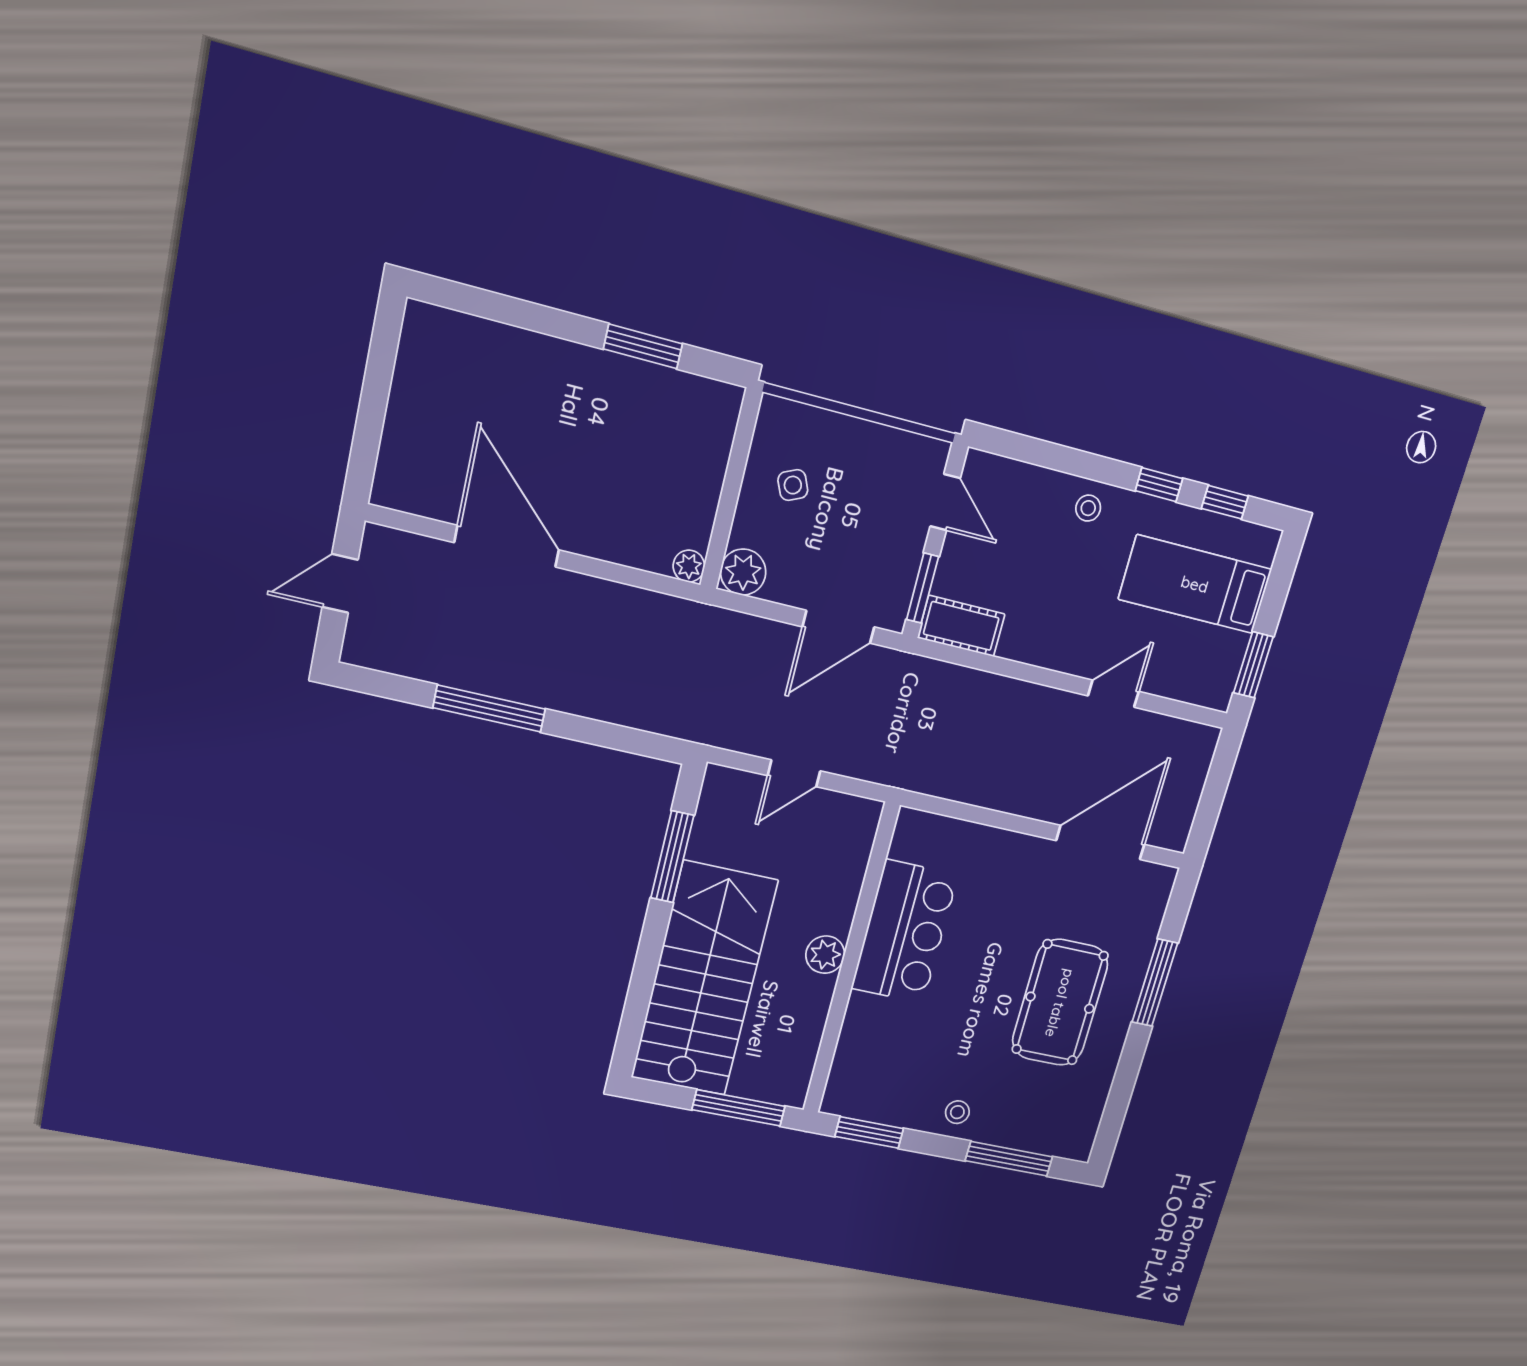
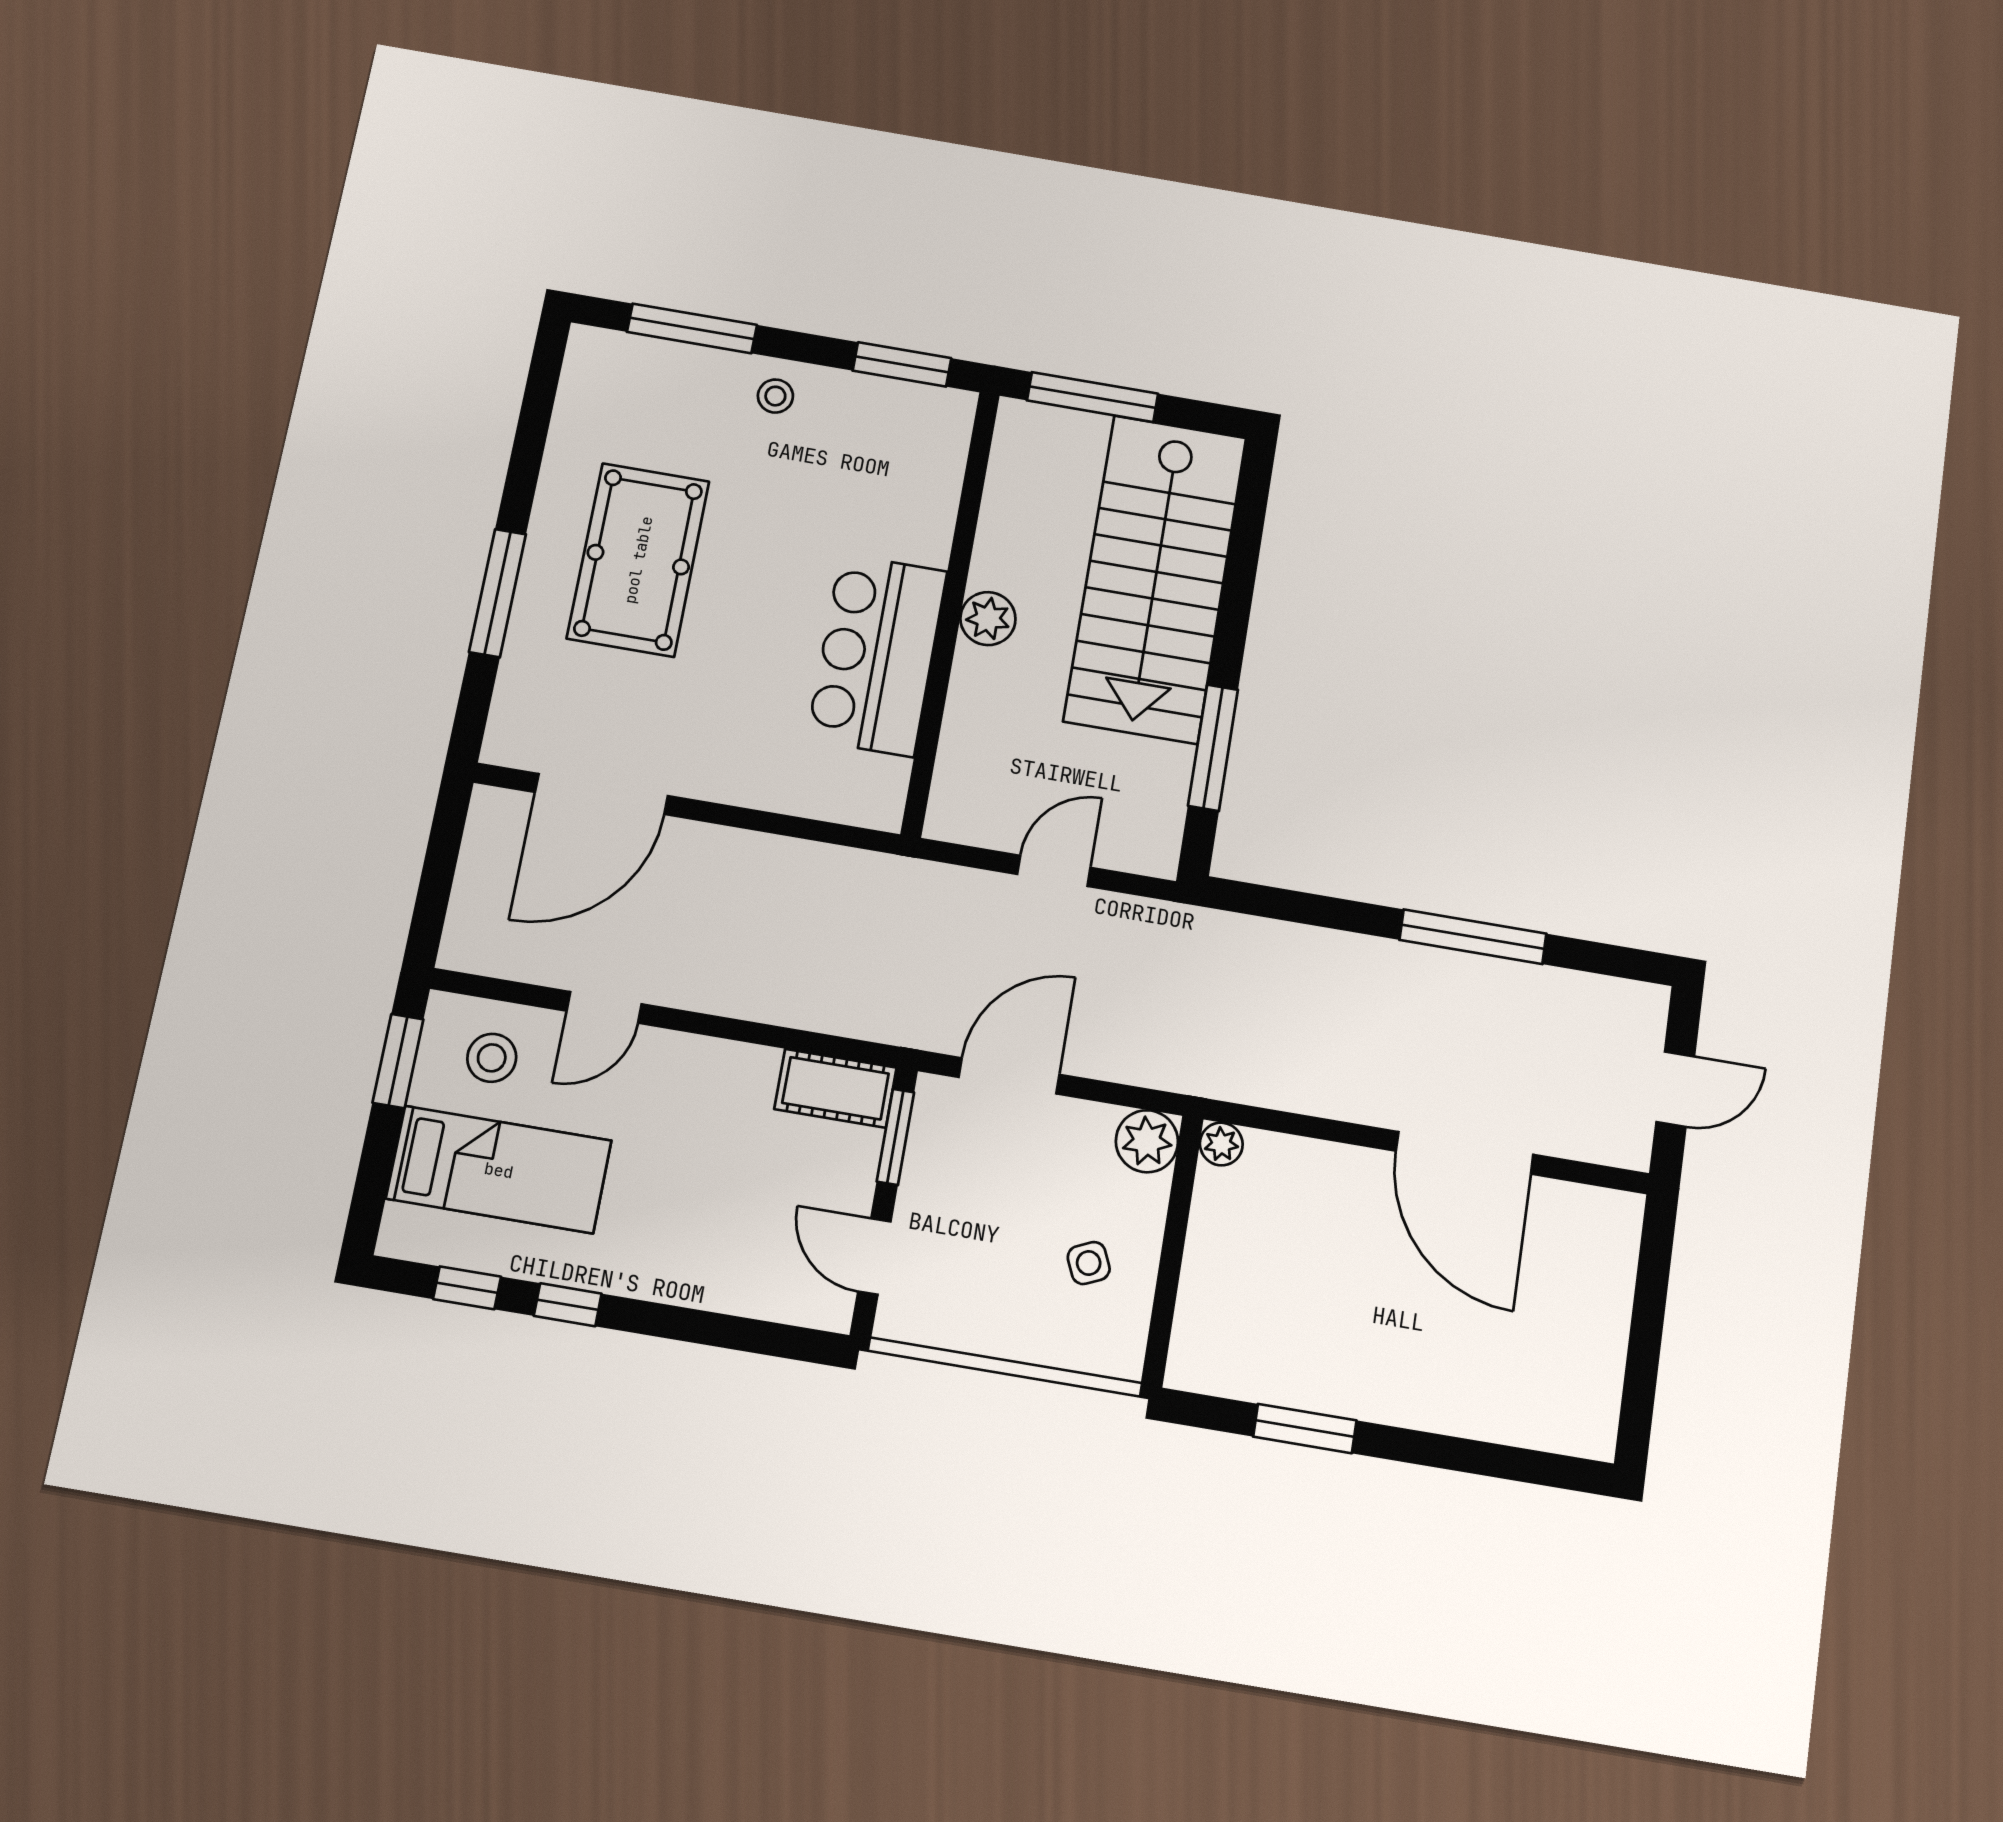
stool: (1088, 508) -> (492, 1058), moved, width x1.37, depth x1.37

